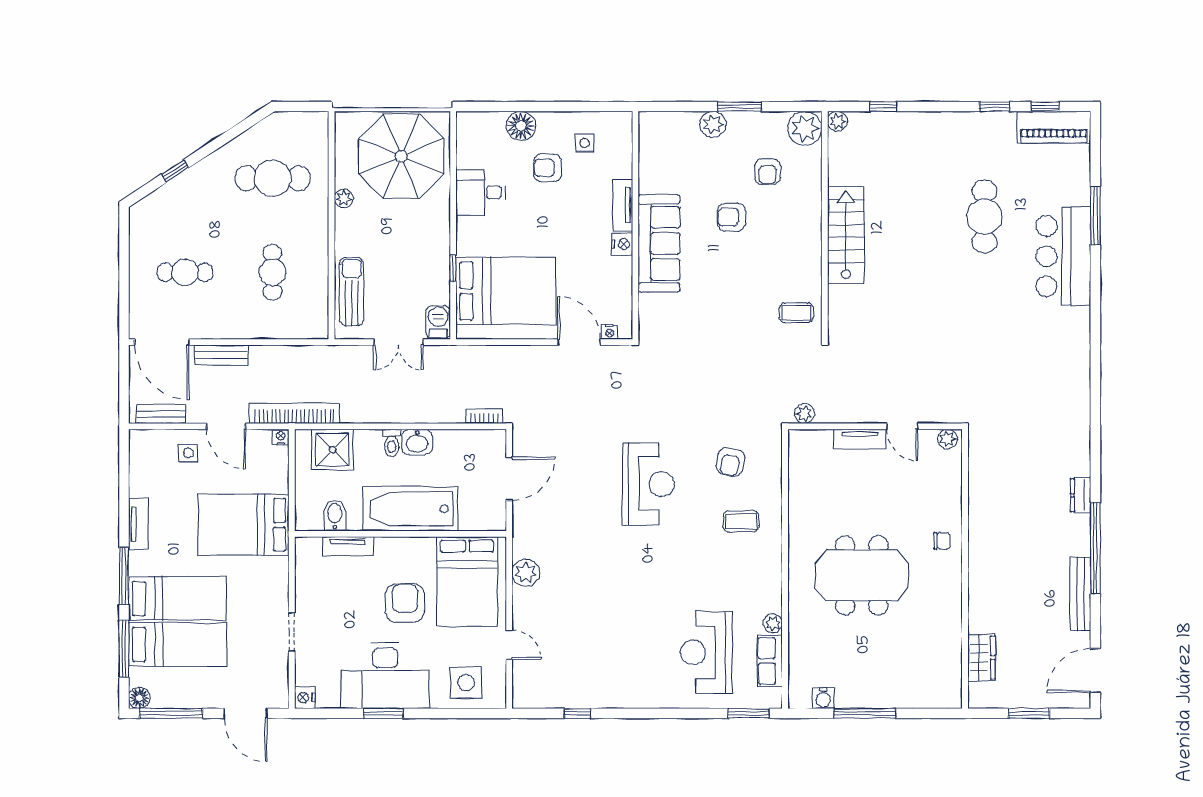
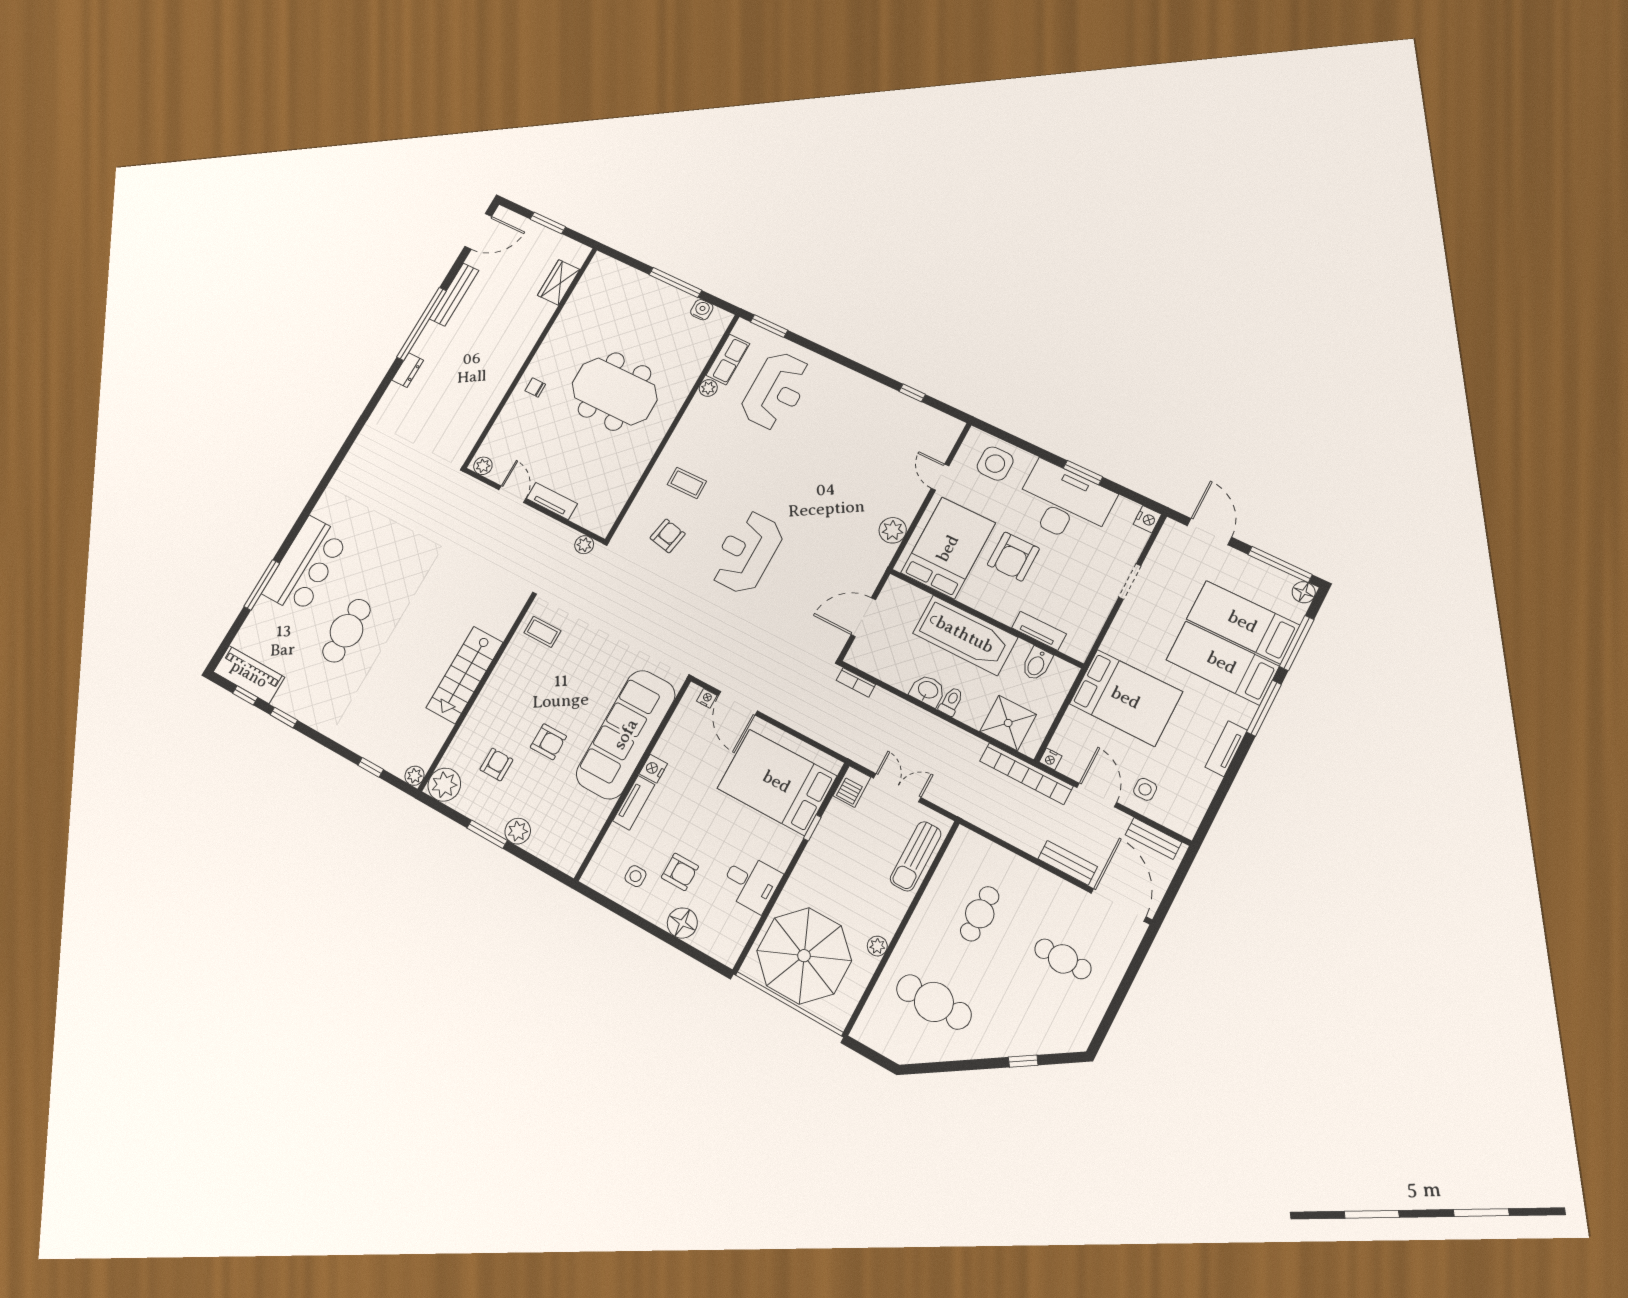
sofa: (659, 243) -> (626, 734), width x1.36, depth x1.27

